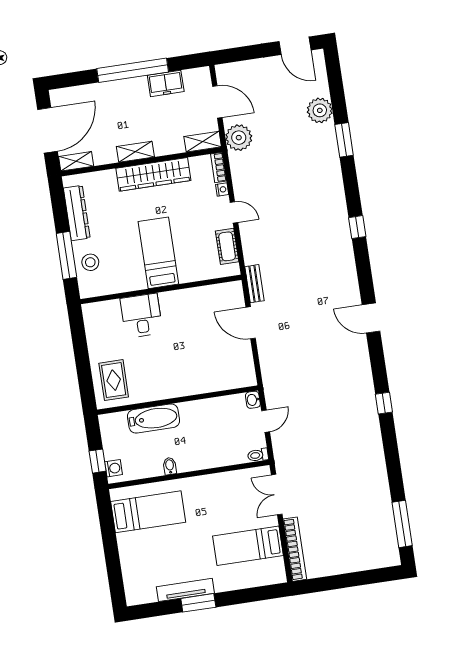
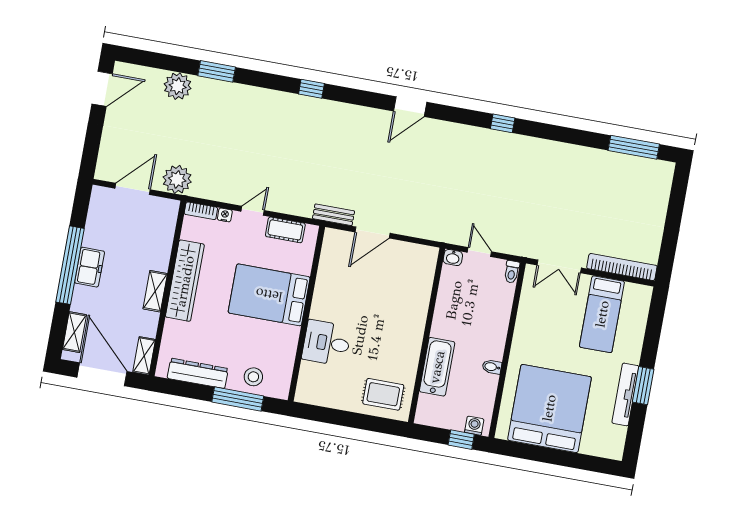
freezer: (166, 83) -> (90, 267), moved
shelving: (203, 142) -> (74, 332), moved
bed: (158, 253) -> (269, 295), width x1.50
bed: (148, 512) -> (549, 408), width x2.04

